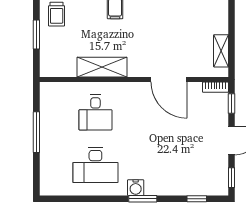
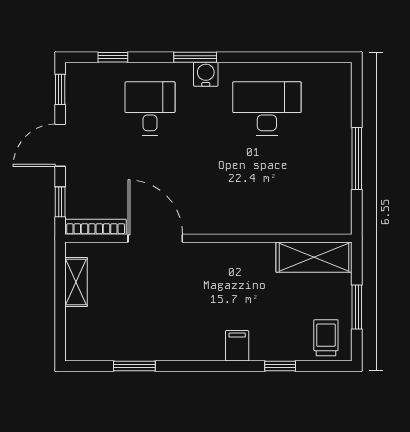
shelving: (102, 67) -> (314, 257), moved
bookcase: (215, 87) -> (96, 227), width x1.56
desk: (95, 112) -> (150, 108), moved

